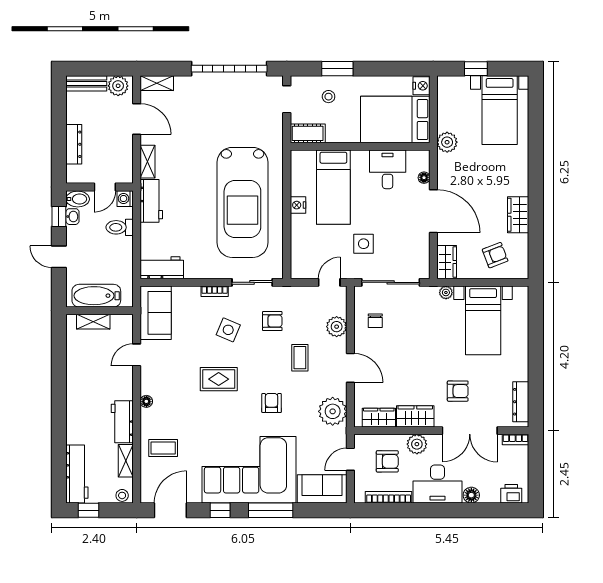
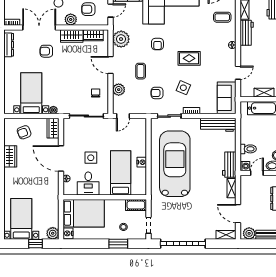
plant: (447, 142) -> (53, 233), moved
side table: (364, 244) -> (91, 158), moved
workbench: (162, 268) -> (218, 125), width x1.37

